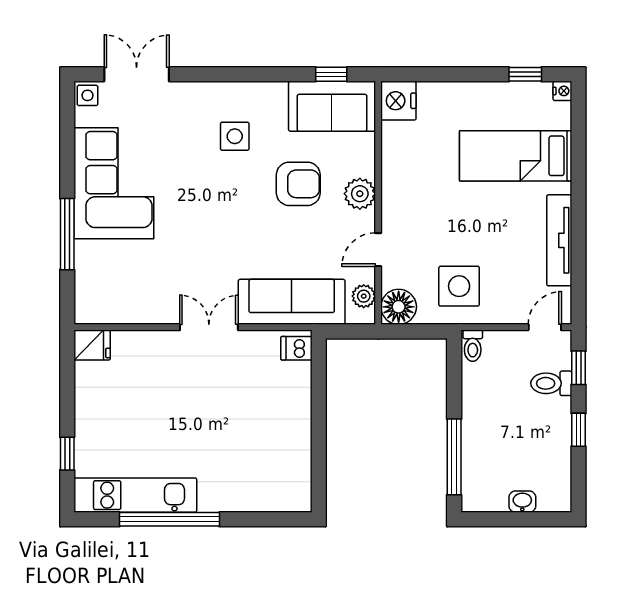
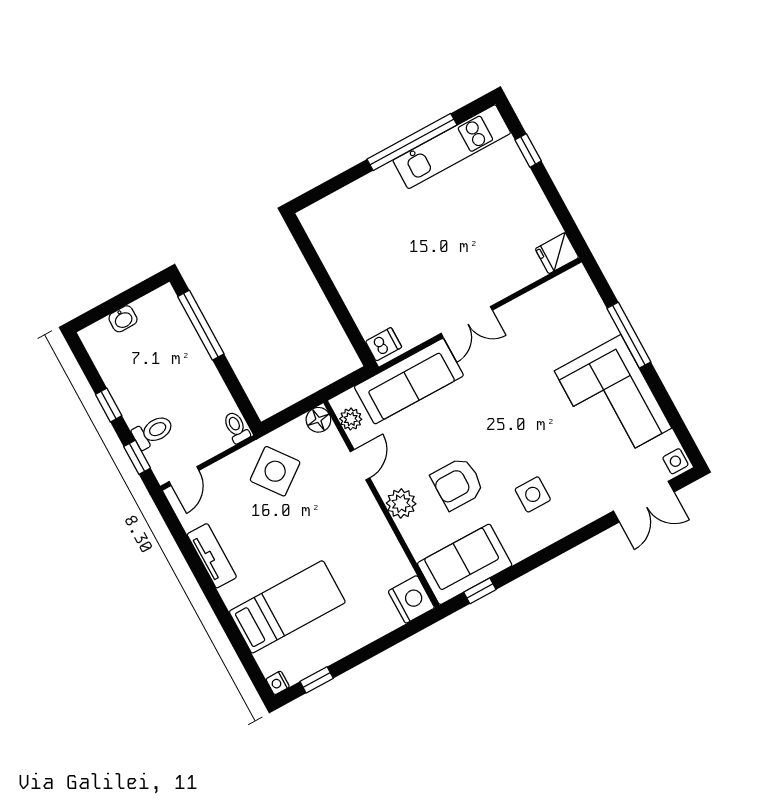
tv unit: (559, 240) -> (212, 556), width x0.71
side table: (459, 286) -> (275, 471), turned -37
floor lamp: (399, 307) -> (318, 420), width x0.73, depth x0.73

